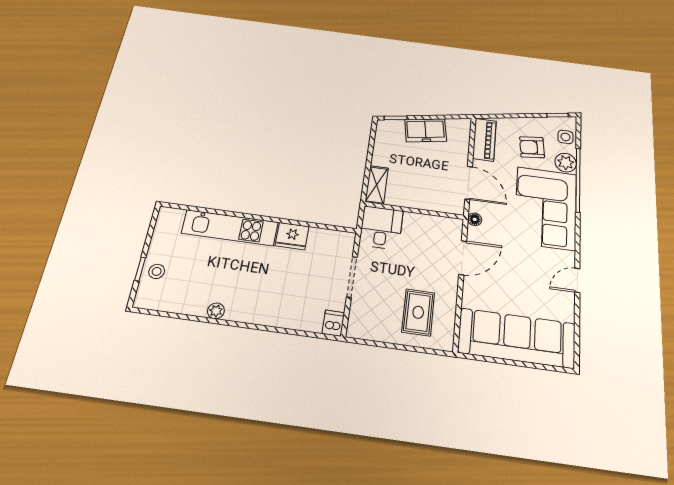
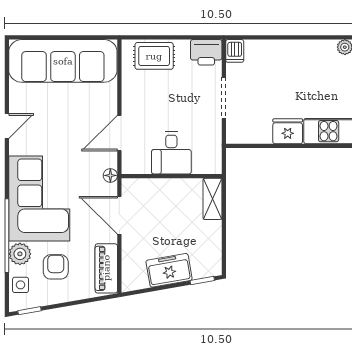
armchair: (532, 147) -> (56, 267), turned -84
desk: (381, 228) -> (171, 153), moved
rug: (418, 312) -> (154, 56), moved, turned 90
printer: (364, 326) -> (206, 52), added

